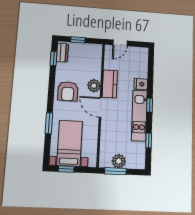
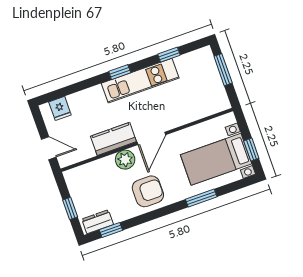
fridge: (141, 84) -> (60, 108), moved
plant: (119, 161) -> (213, 84), removed
window: (115, 171) -> (223, 70), moved

